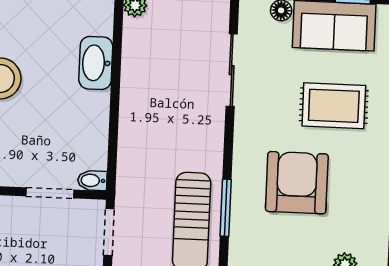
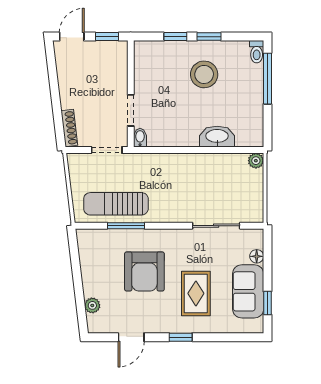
armchair: (297, 183) -> (144, 271), turned 90

